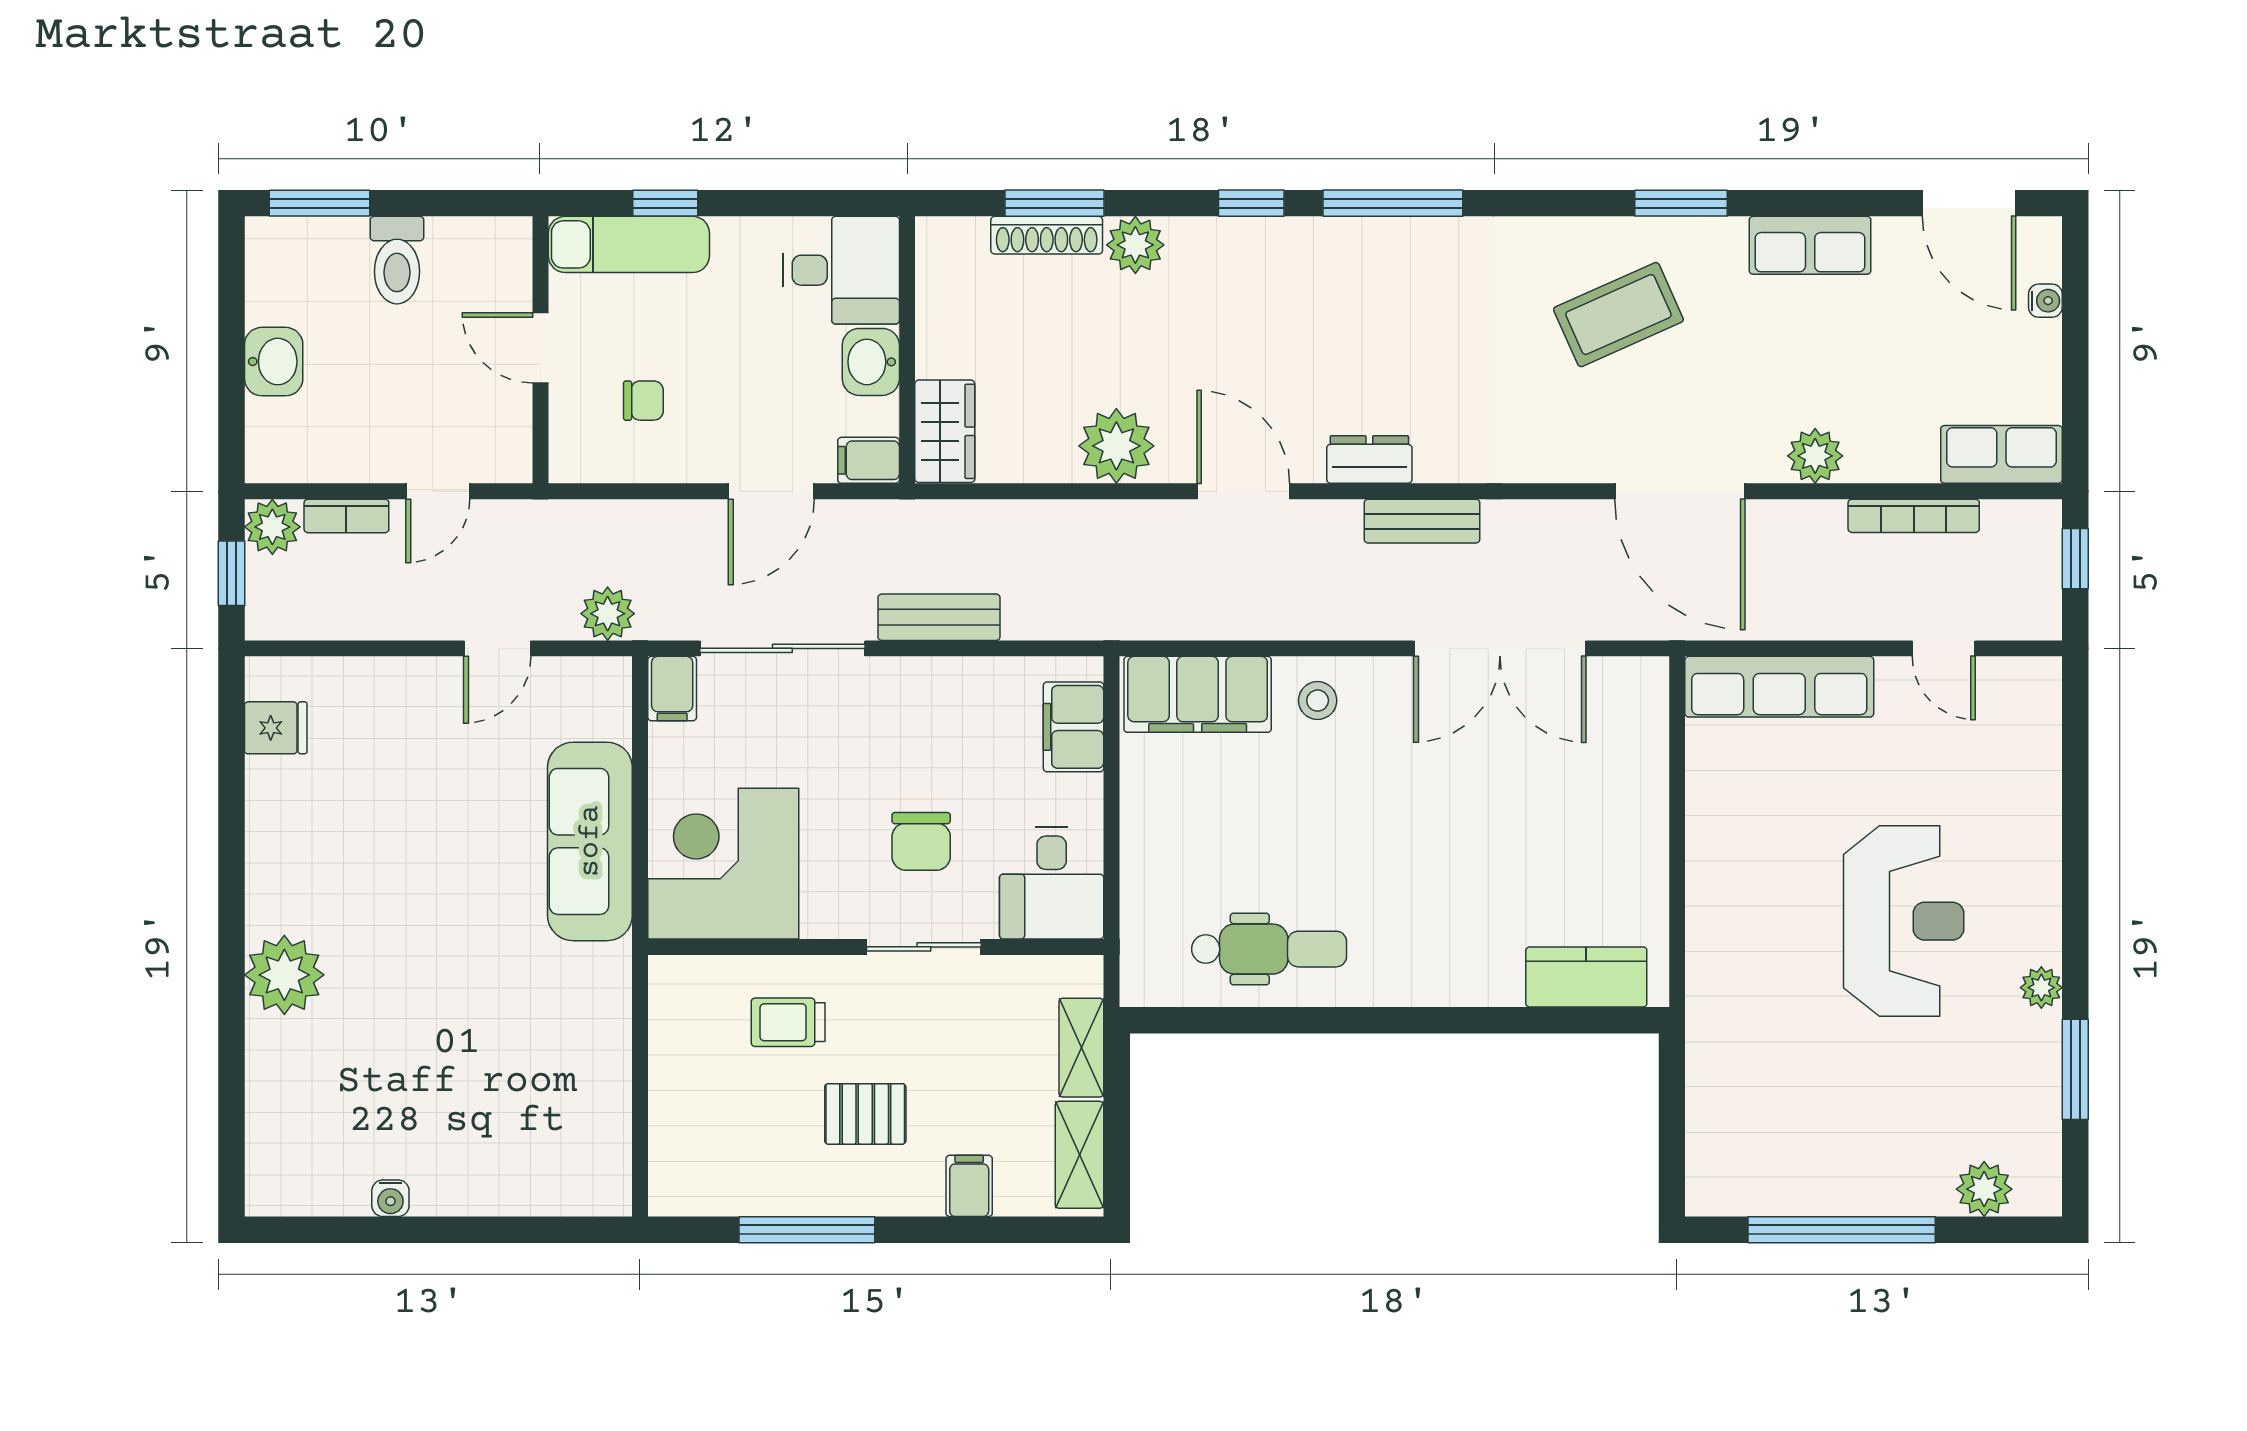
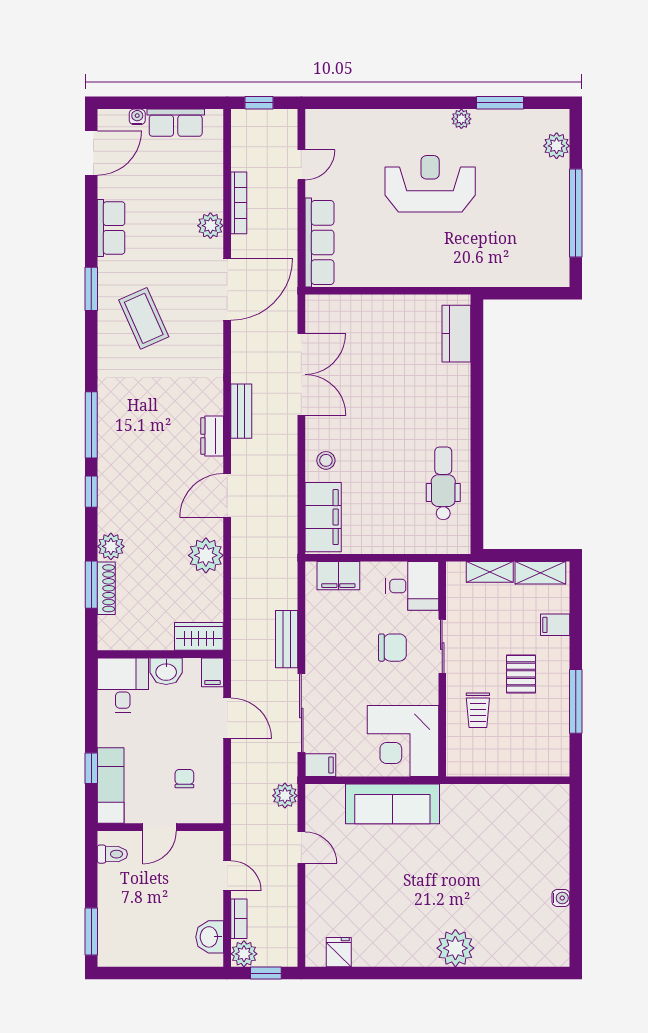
toilet: (397, 260) -> (112, 854), moved, width x0.73, depth x0.72
washbasin: (274, 362) -> (210, 937), moved, turned -90
row of seats: (2001, 454) -> (176, 123), moved, turned -90
bookcase: (1914, 516) -> (239, 203), moved

